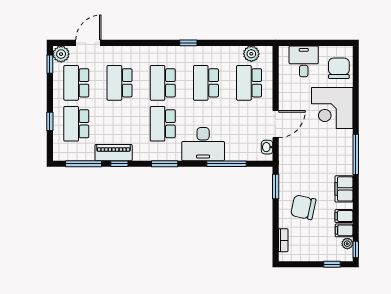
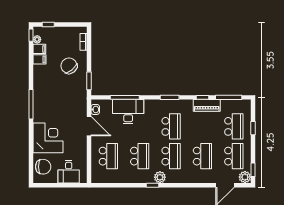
plant: (251, 54) -> (160, 177), moved
chair: (339, 68) -> (43, 167), turned -90
door: (276, 124) -> (89, 126), swing flipped
desk: (203, 144) -> (128, 112), moved
filing cabinet: (344, 189) -> (39, 79), removed
chair: (303, 207) -> (69, 66), turned -142

